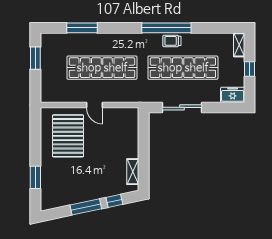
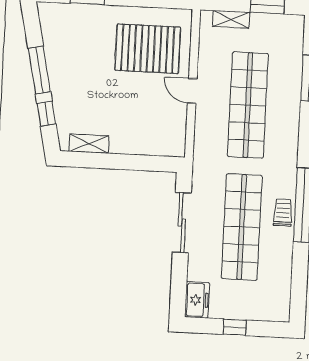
shelving: (239, 45) -> (231, 19), moved
door: (94, 105) -> (192, 91), hinge flipped

